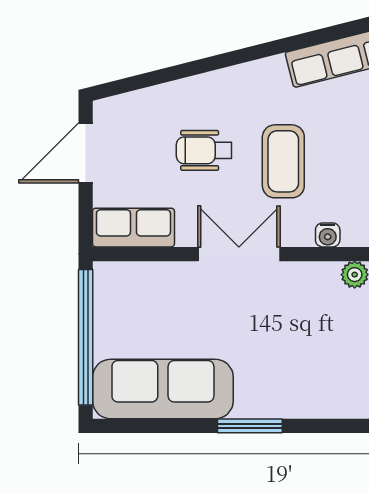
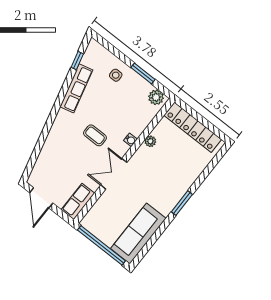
wheelchair: (204, 150) -> (71, 158), removed
coffee table: (283, 161) -> (95, 135), width x0.73, depth x0.77
window: (250, 426) -> (182, 203), moved

